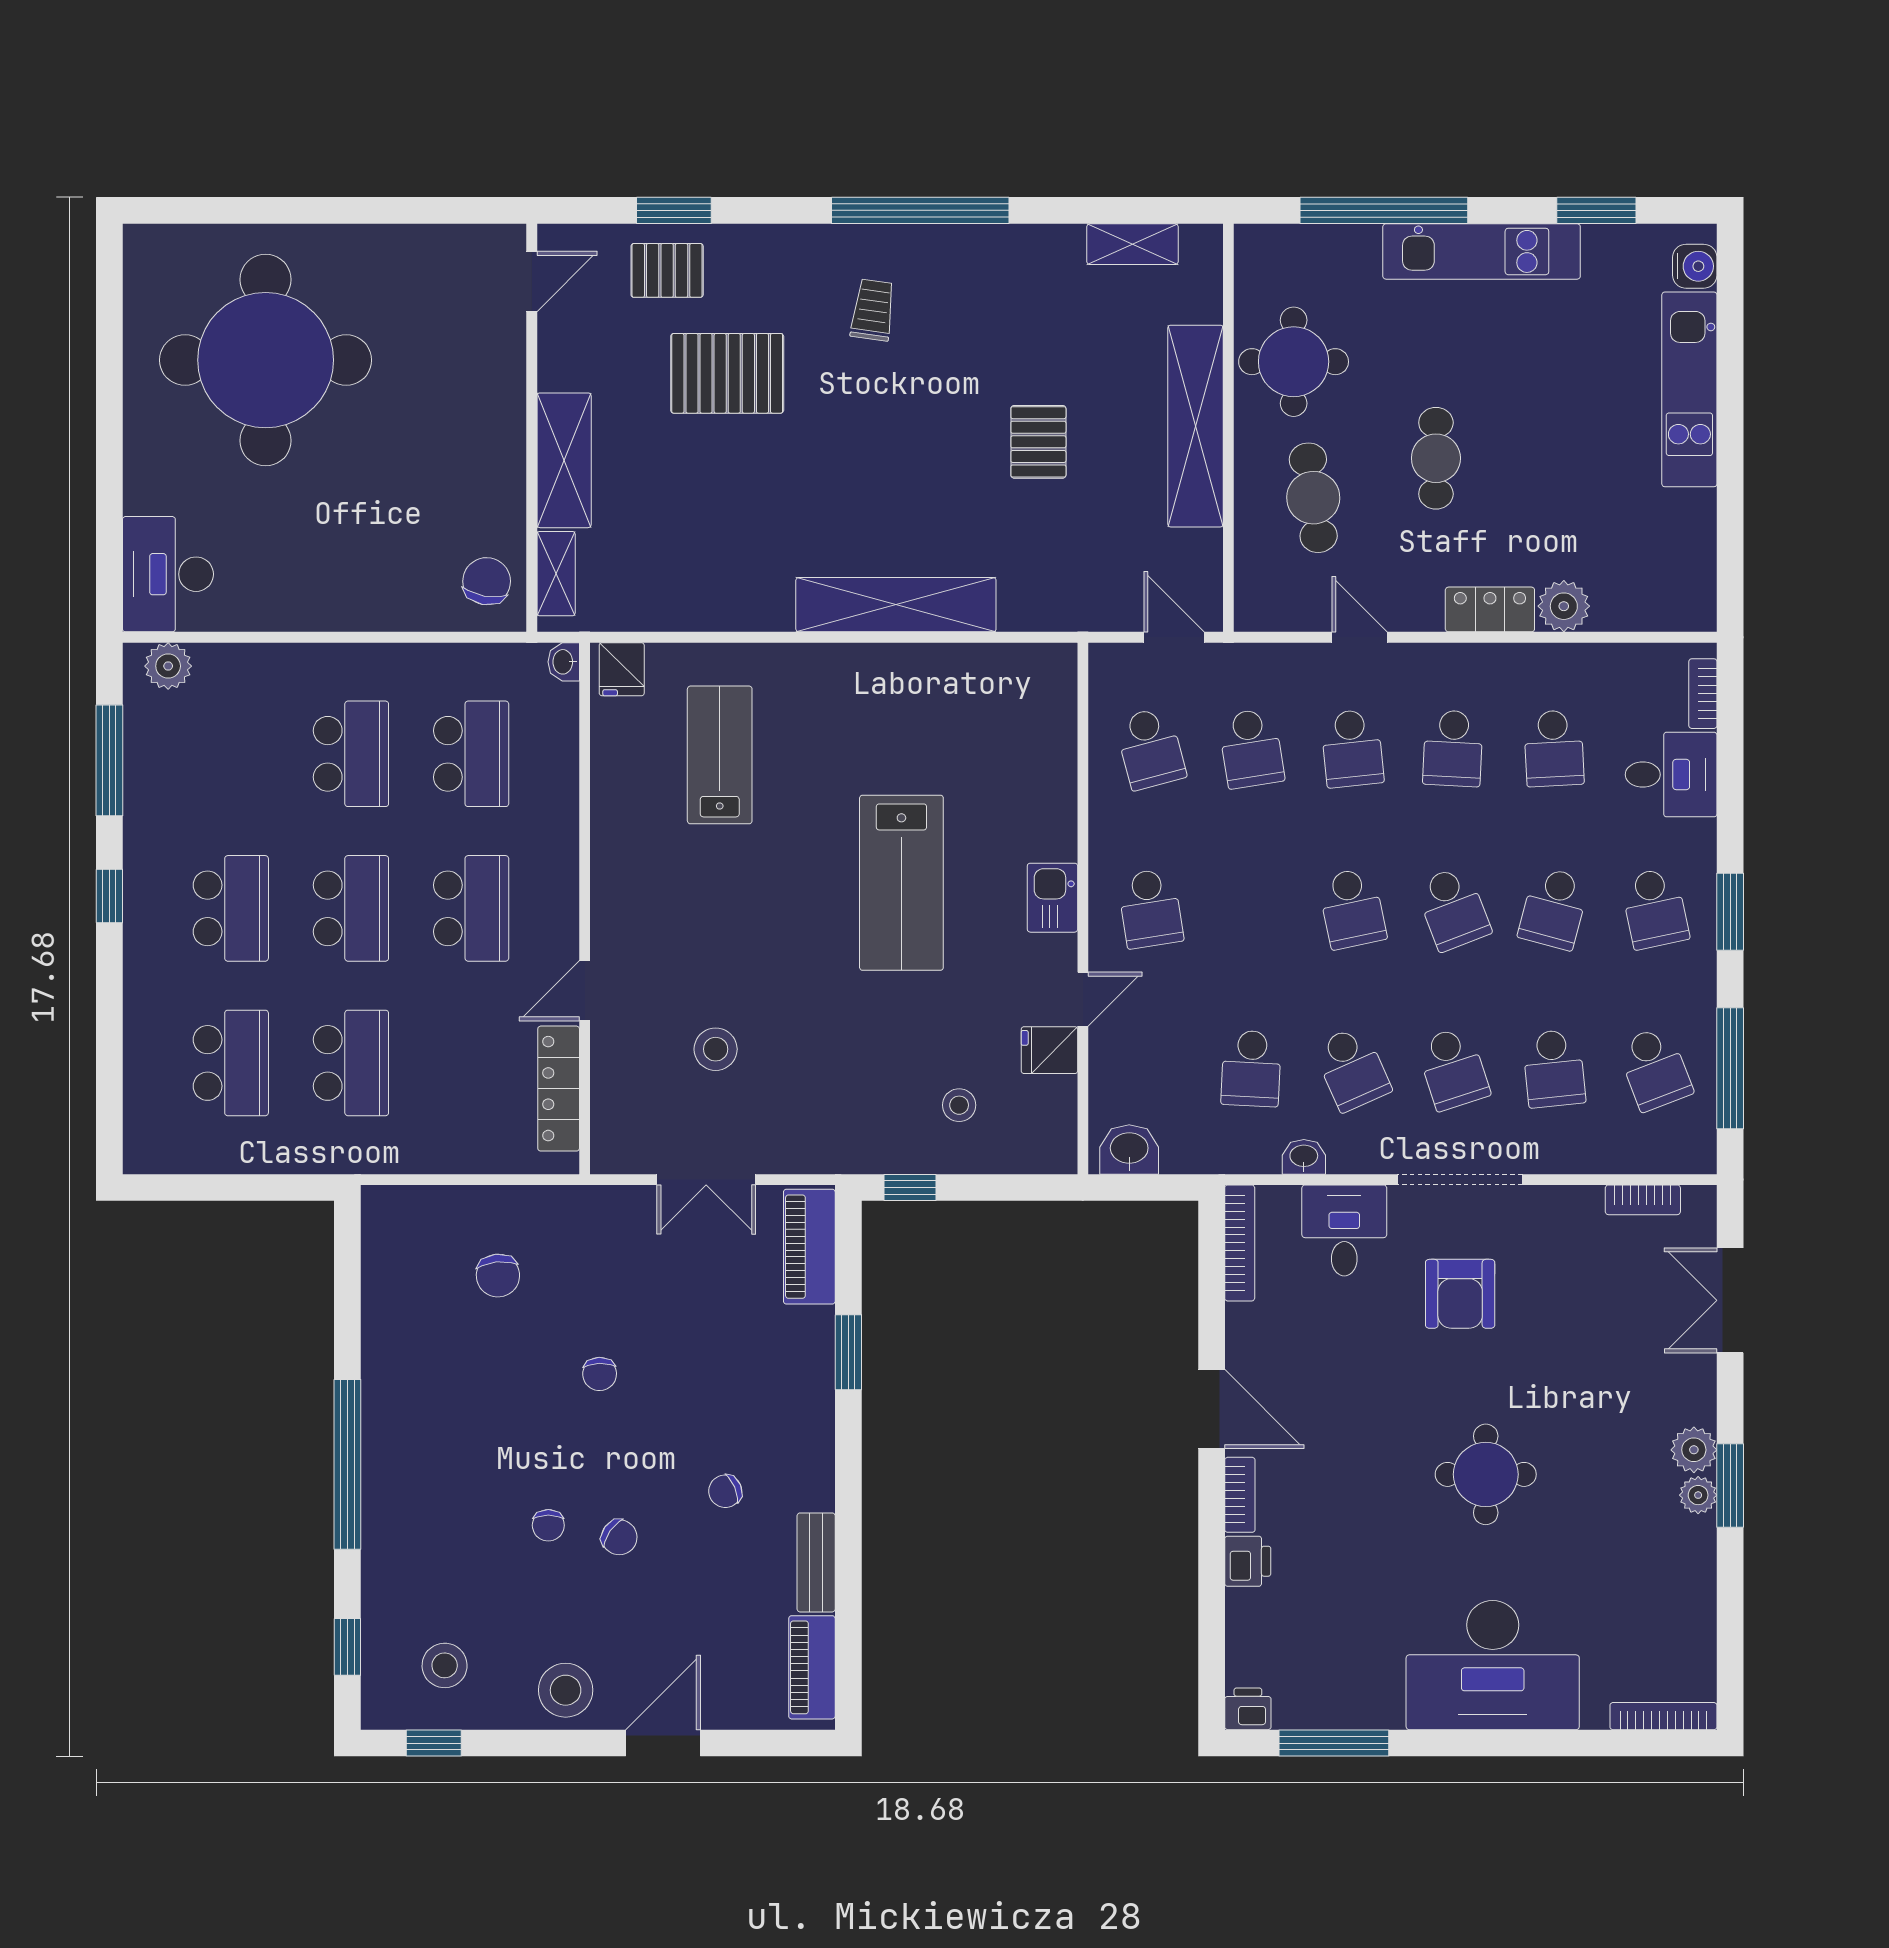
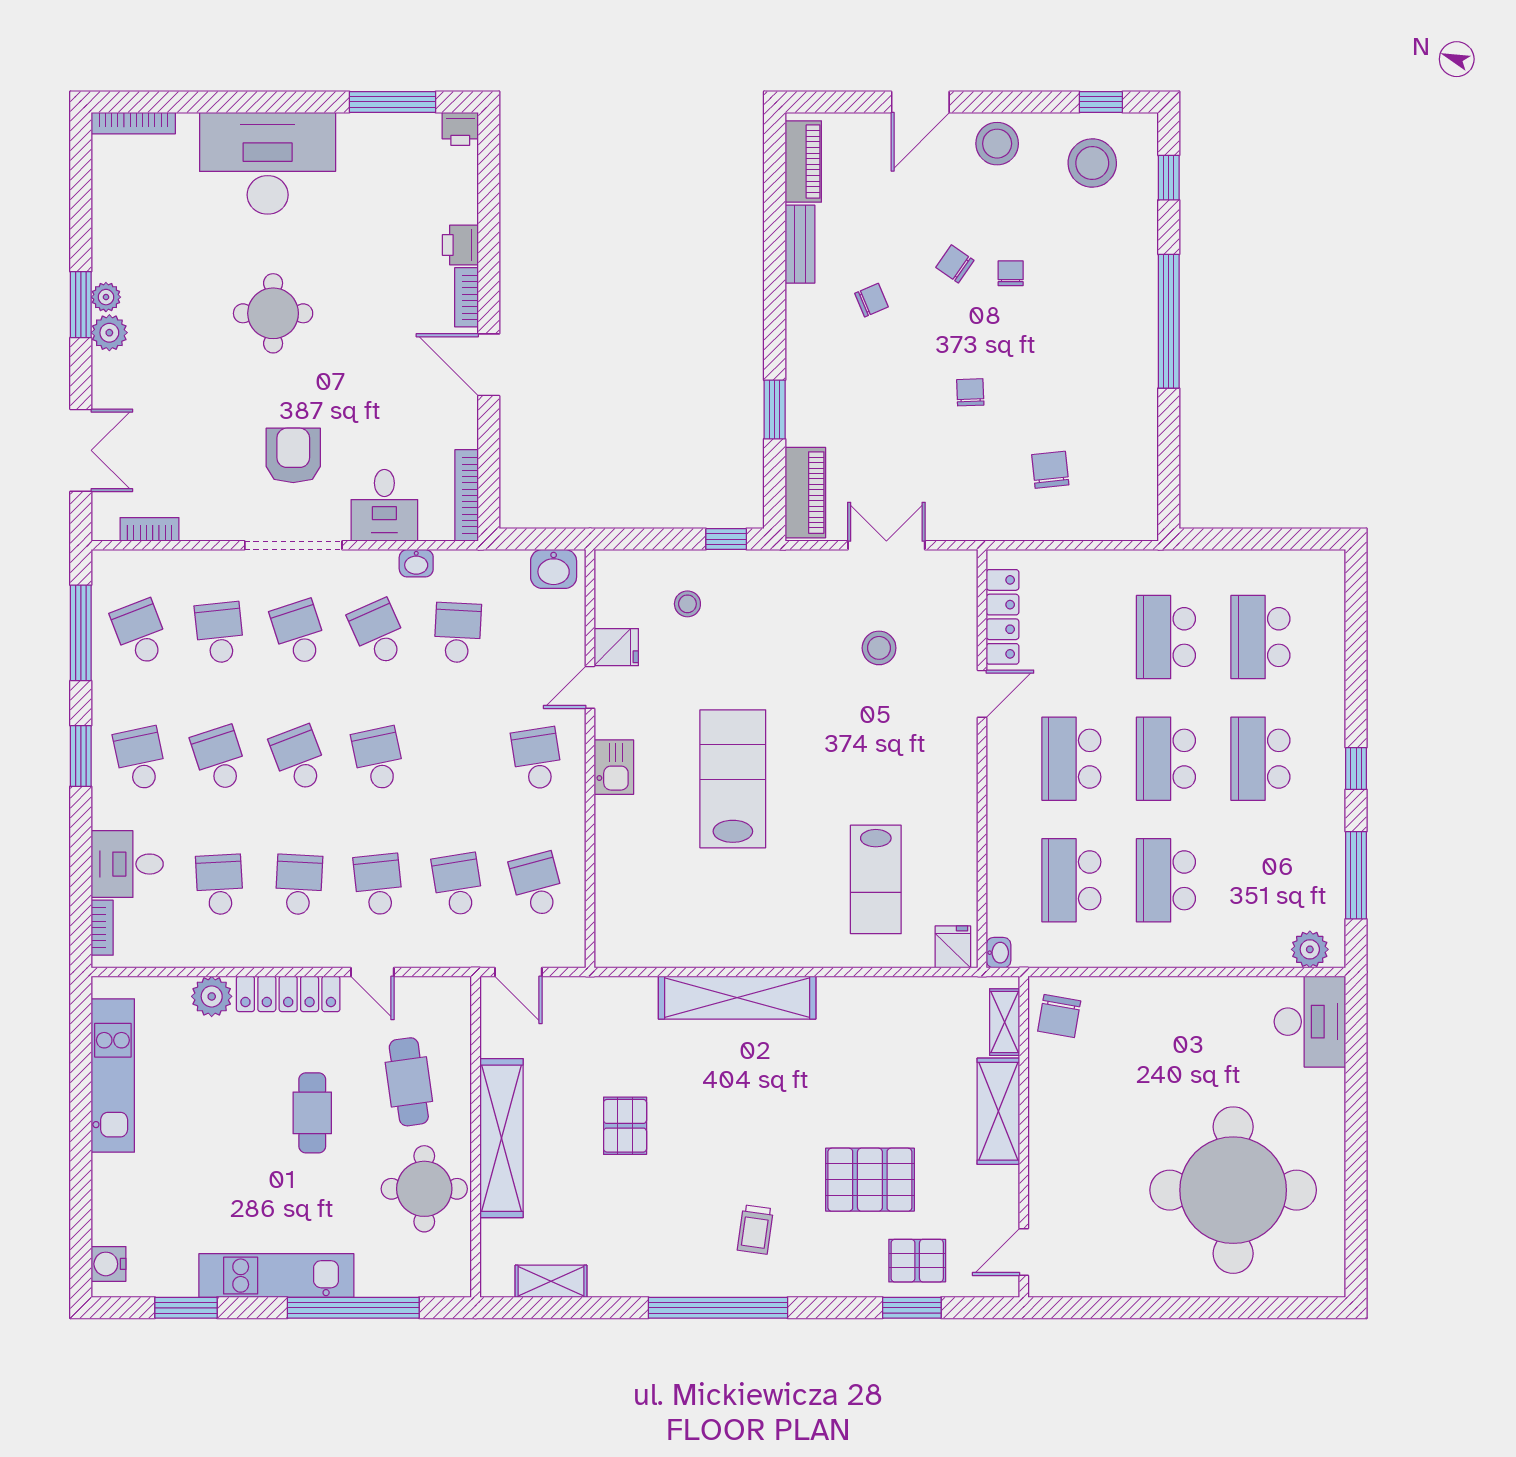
kitchen unit: (1689, 389) -> (113, 1076), moved
locker: (1490, 609) -> (288, 994), width x1.53
school desk: (1554, 908) -> (220, 759), turned -33
stool: (445, 1665) -> (1092, 163), width x1.38, depth x1.38

